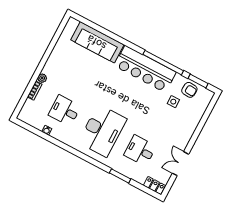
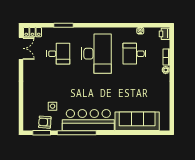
desk: (65, 111) -> (134, 54), turned 180
printer: (24, 114) -> (165, 34), added
desk: (102, 131) -> (96, 54), turned 180
double door: (180, 164) -> (21, 48), moved

